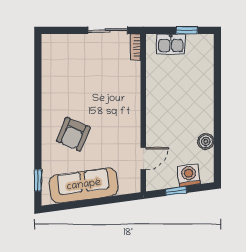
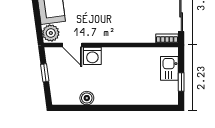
washing machine: (189, 175) -> (92, 56), moved, turned 98
plant: (129, 184) -> (51, 33), added

